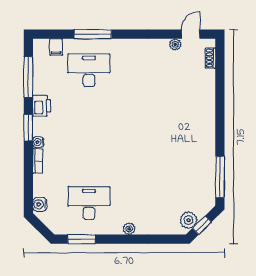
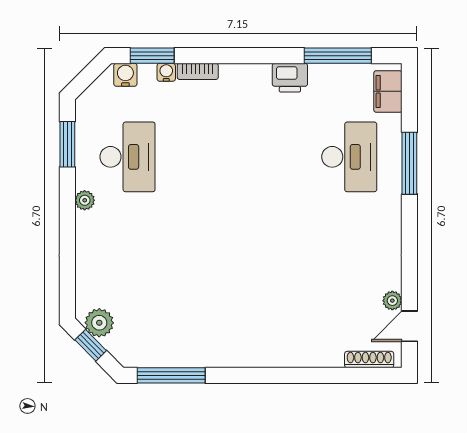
door: (191, 34) -> (409, 326), swing flipped
filing cabinet: (56, 47) -> (388, 91), width x2.00
shoe rack: (211, 58) -> (369, 360), width x1.43
window: (28, 128) -> (152, 56), moved
water cooler: (38, 142) -> (166, 72), moved
plant: (129, 229) -> (85, 200), moved

